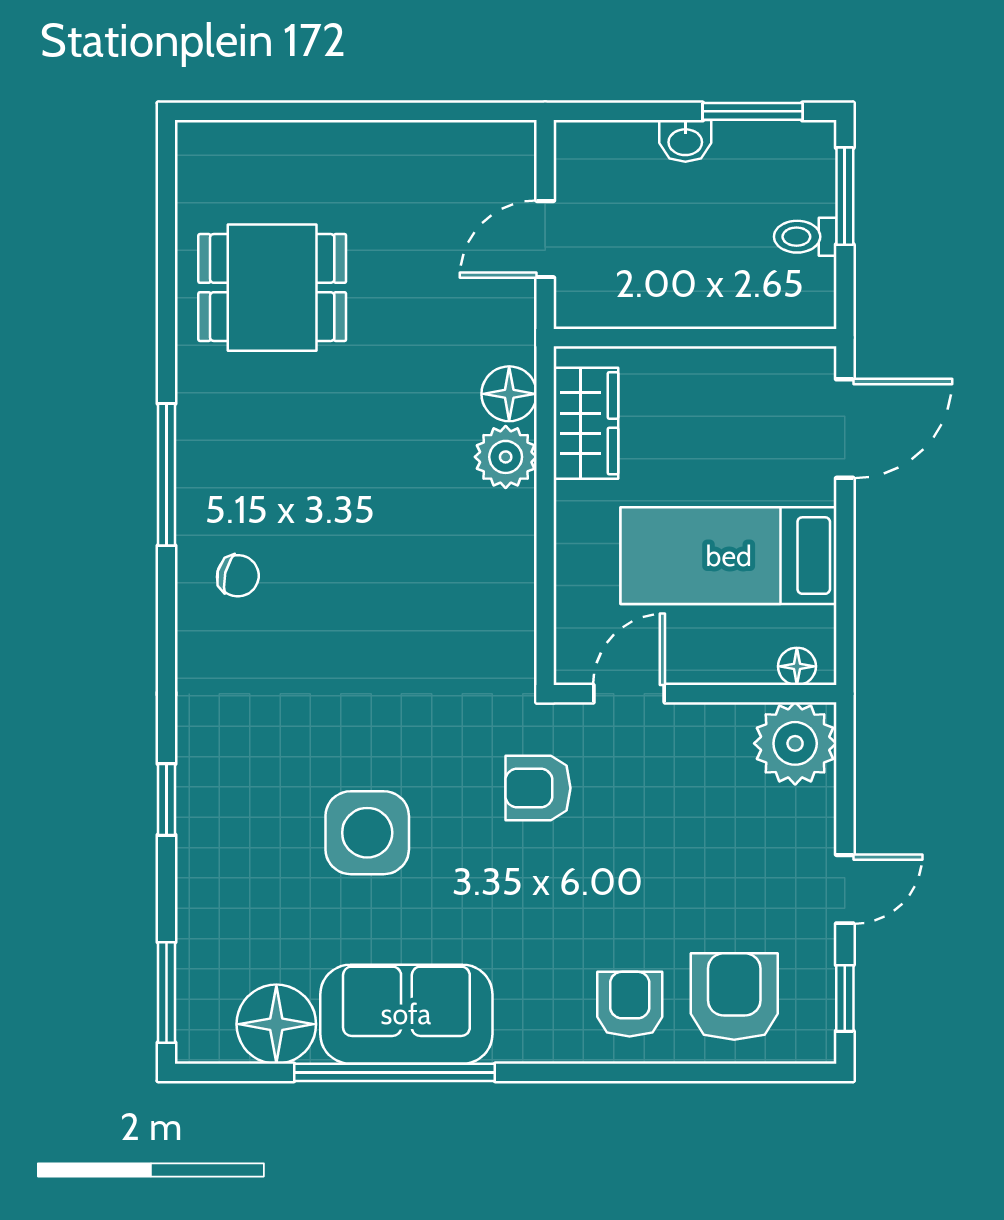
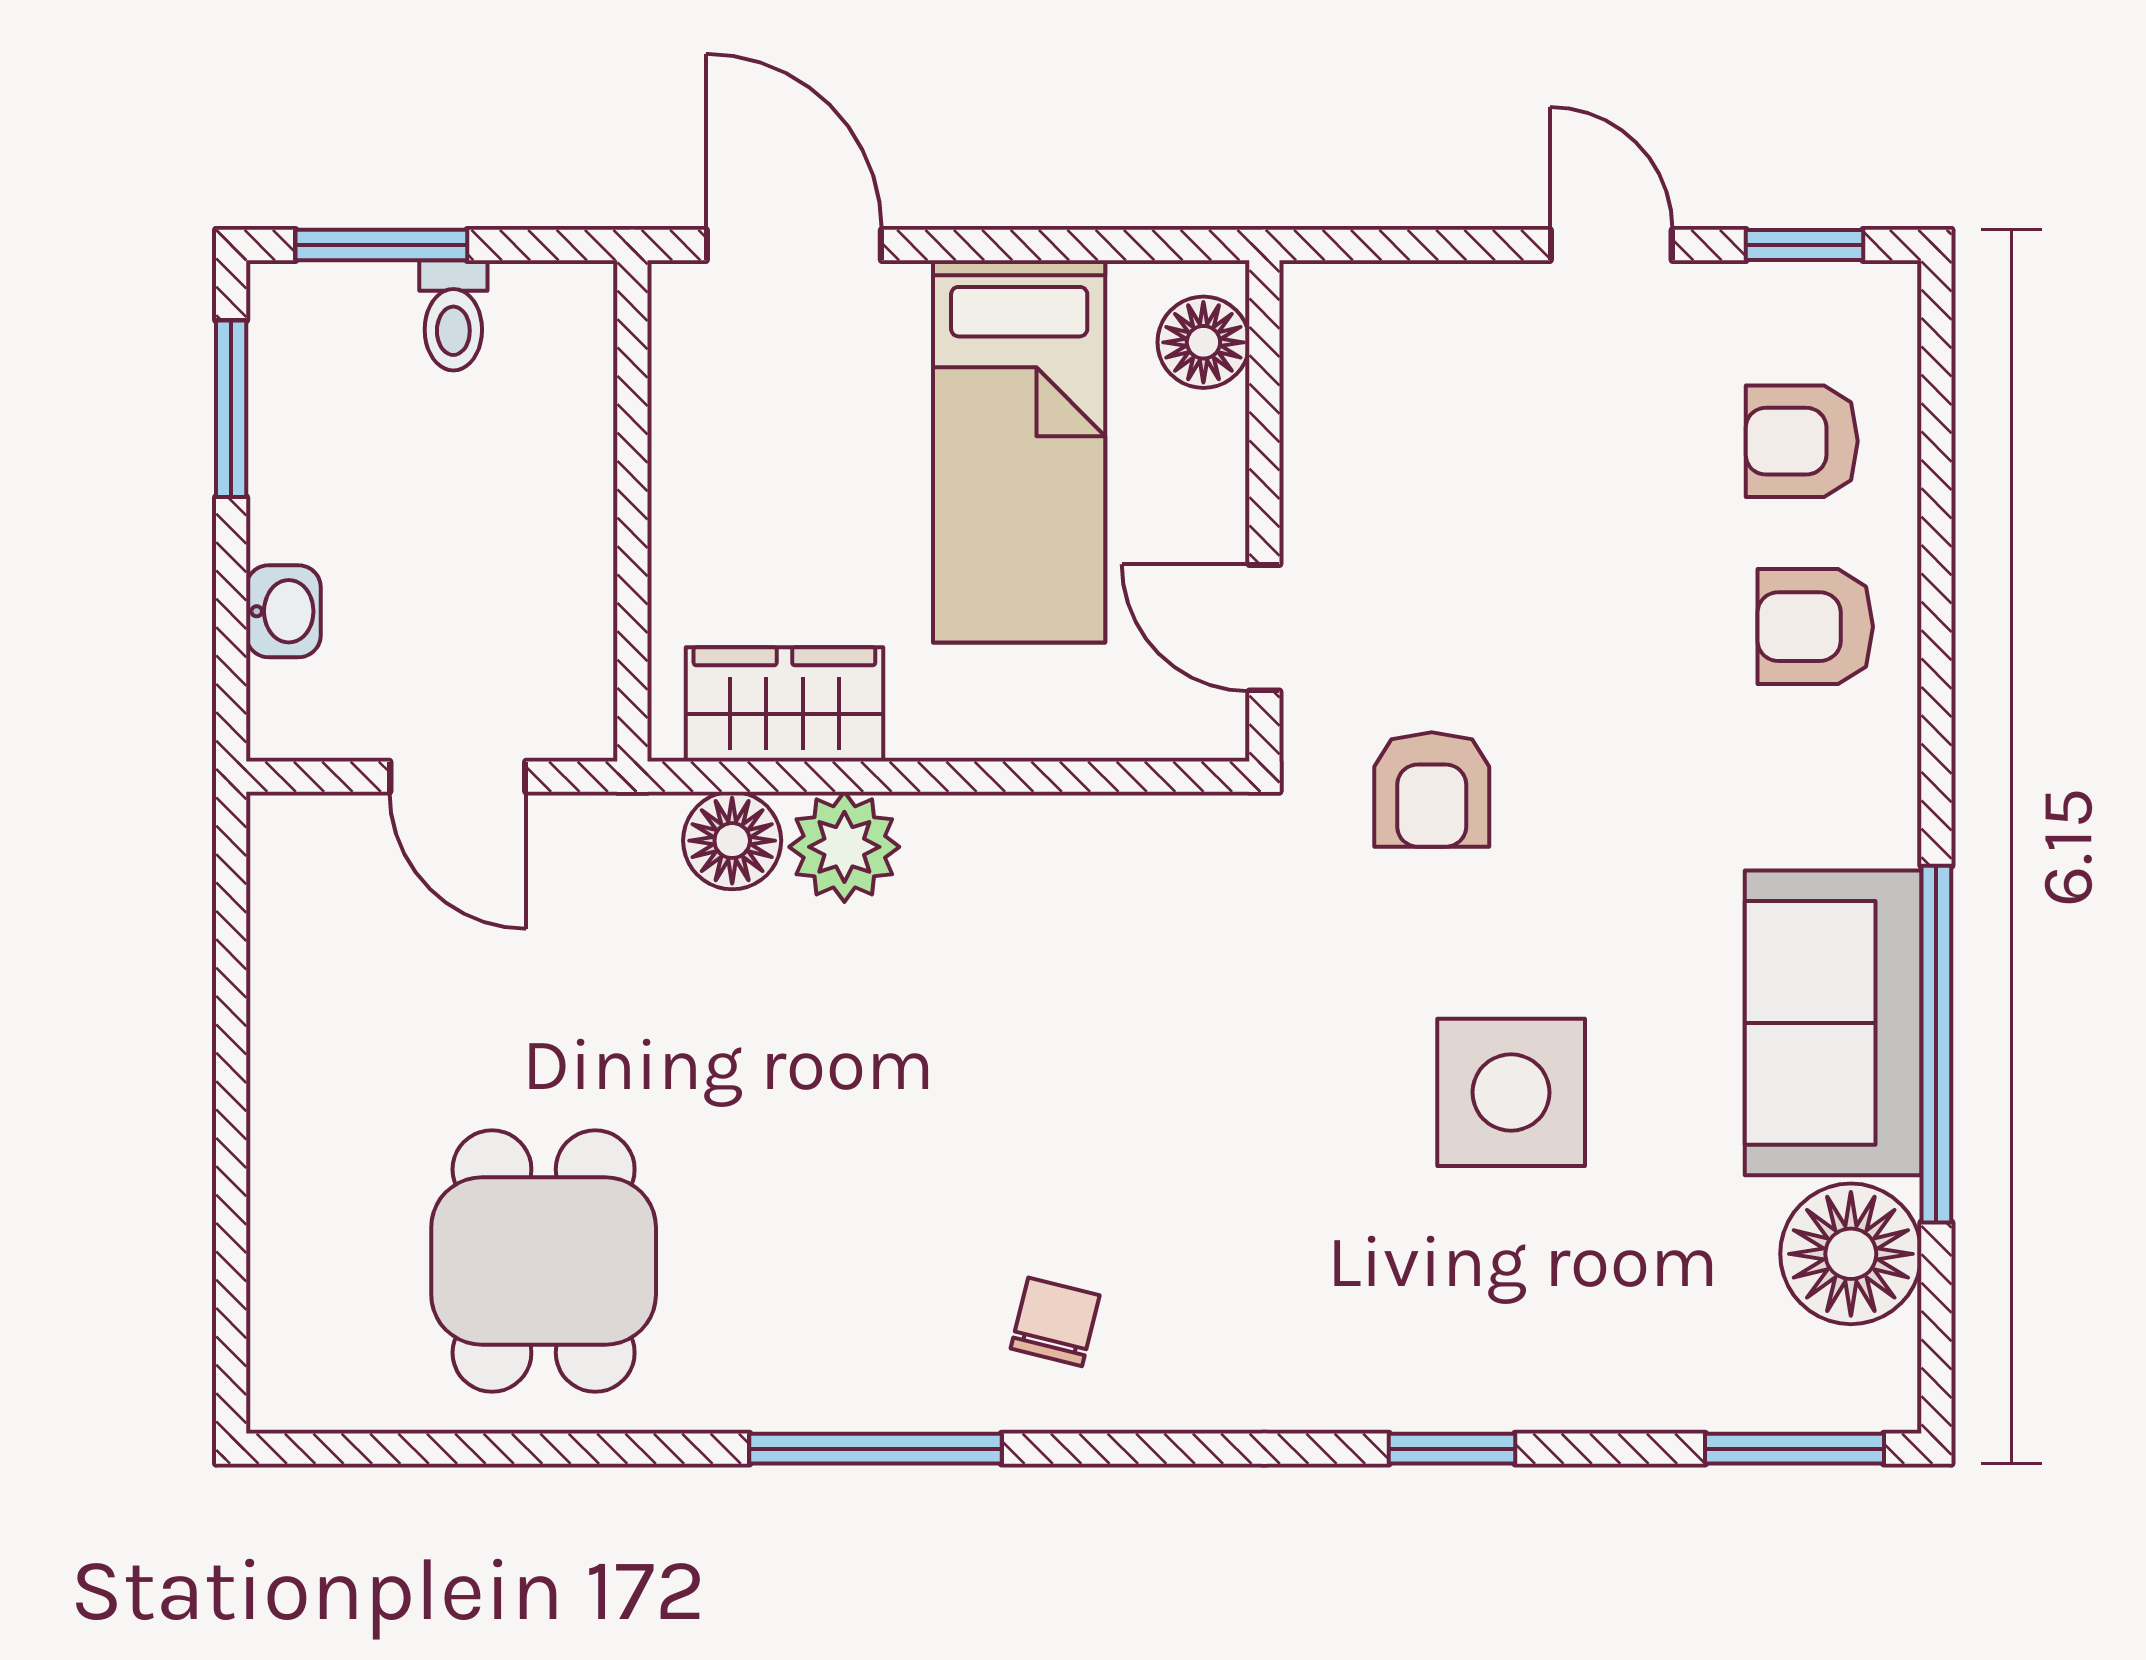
washbasin: (685, 141) -> (283, 611), moved
floor lamp: (797, 666) -> (1203, 342), width x1.37, depth x1.37
plant: (795, 743) -> (1353, 333), removed
armchair: (734, 997) -> (1802, 441), width x0.72, depth x0.72

